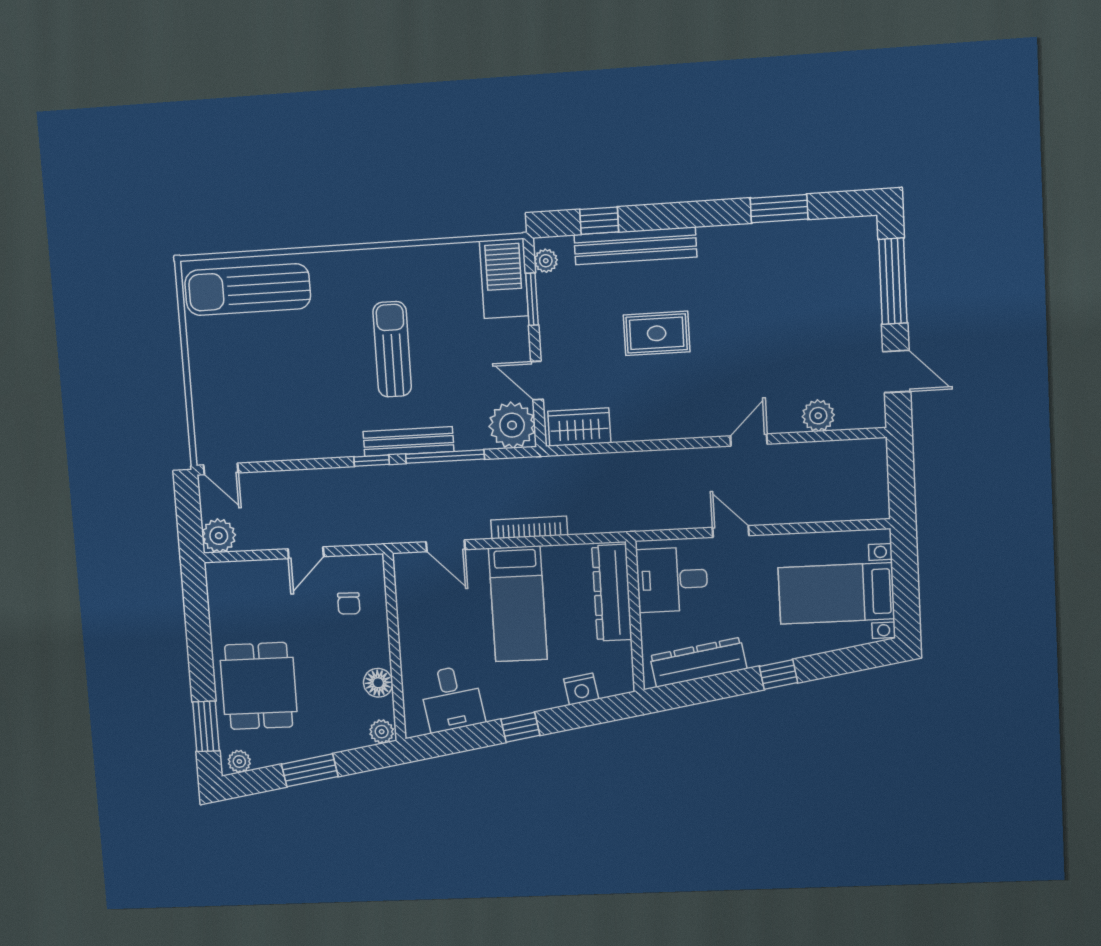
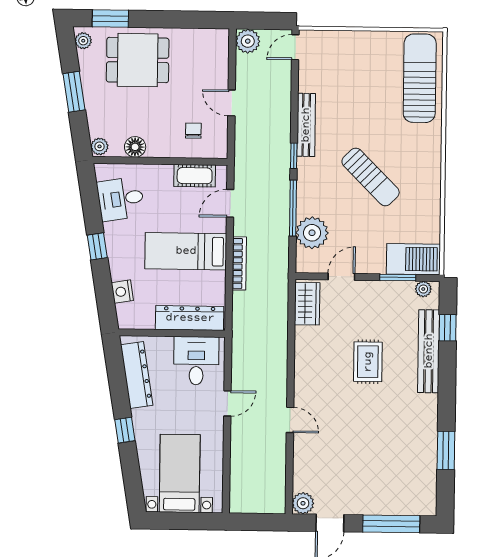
sun lounger: (392, 349) -> (371, 177), turned 45
plant: (818, 416) -> (303, 503), moved
plant: (512, 425) -> (312, 233), moved
bench: (408, 442) -> (306, 125), moved
cot: (411, 598) -> (195, 176), added
chair: (349, 603) -> (193, 131), turned 89

